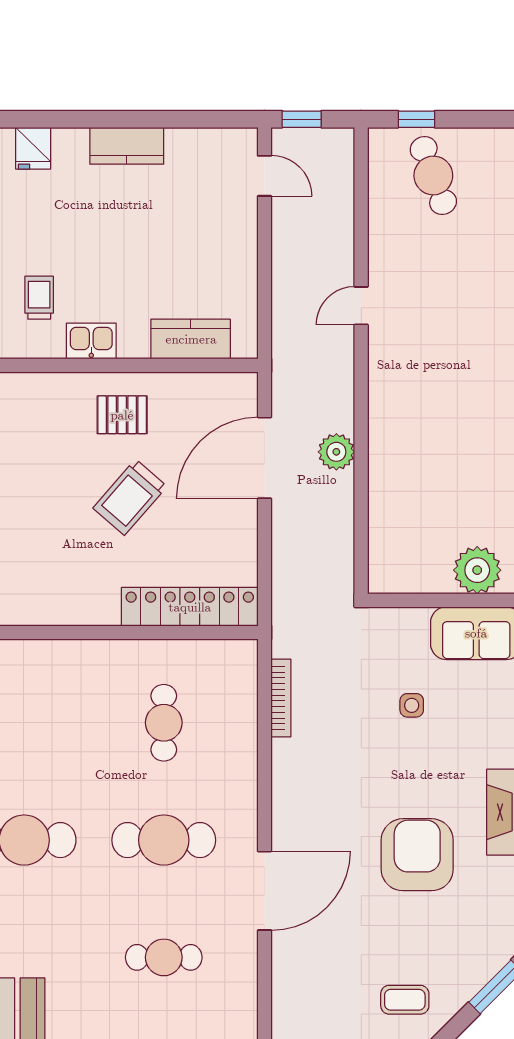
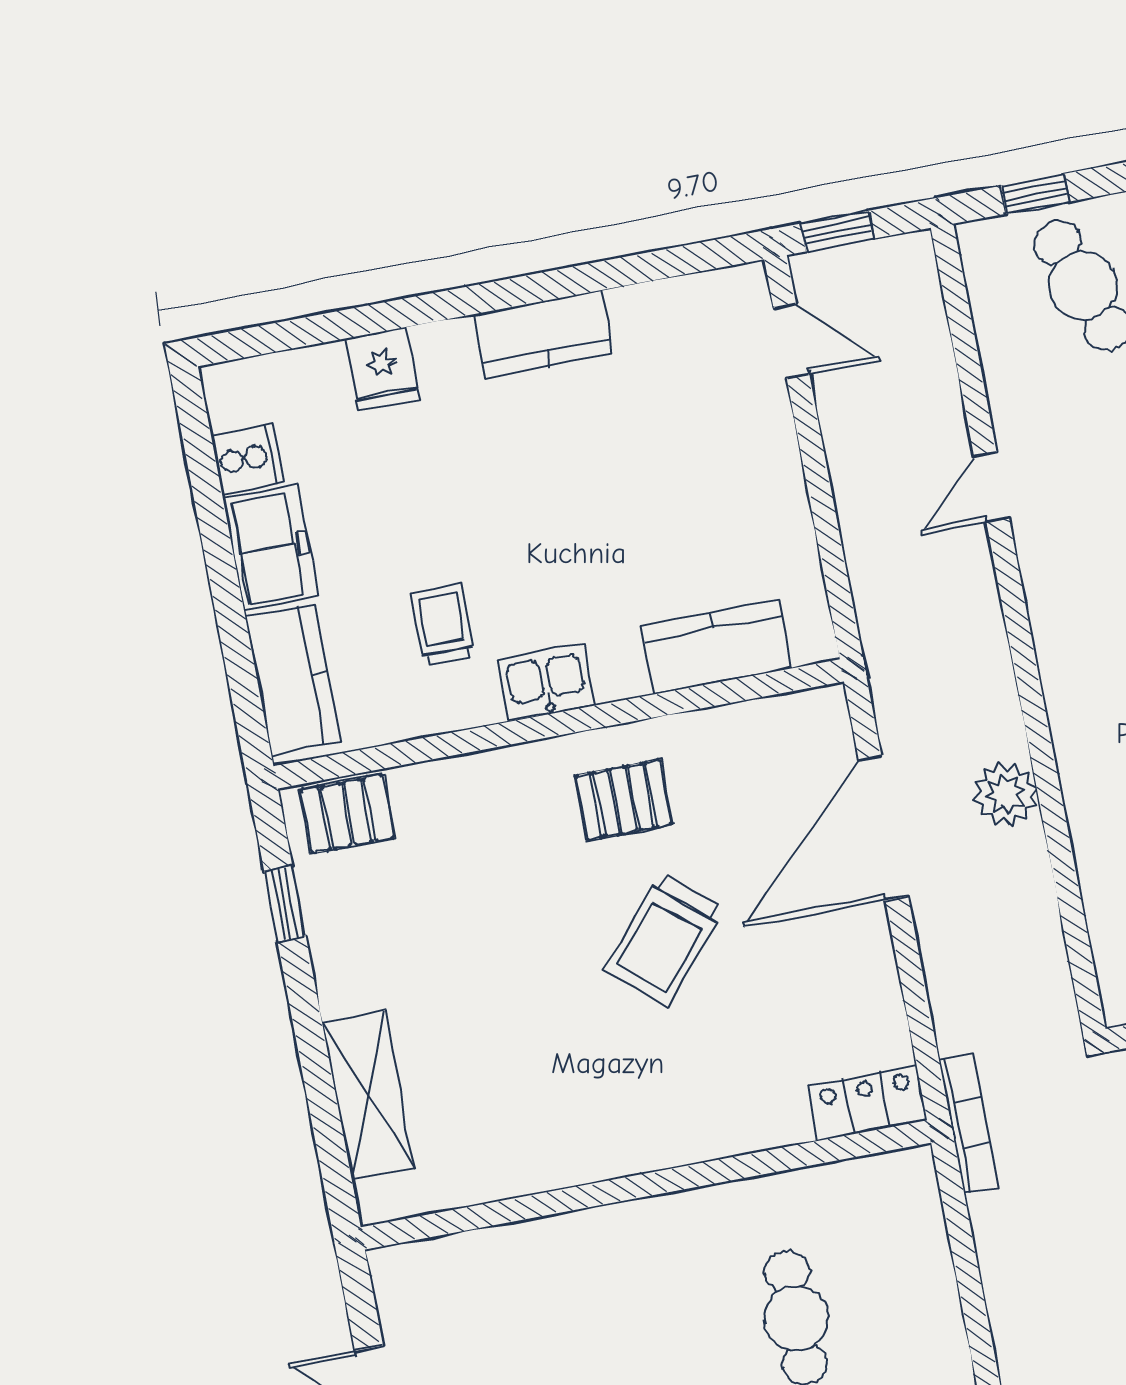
door: (361, 306) -> (992, 487), moved
locker: (190, 607) -> (867, 1103), width x0.46, depth x0.83
bookcase: (281, 698) -> (968, 1123), moved

